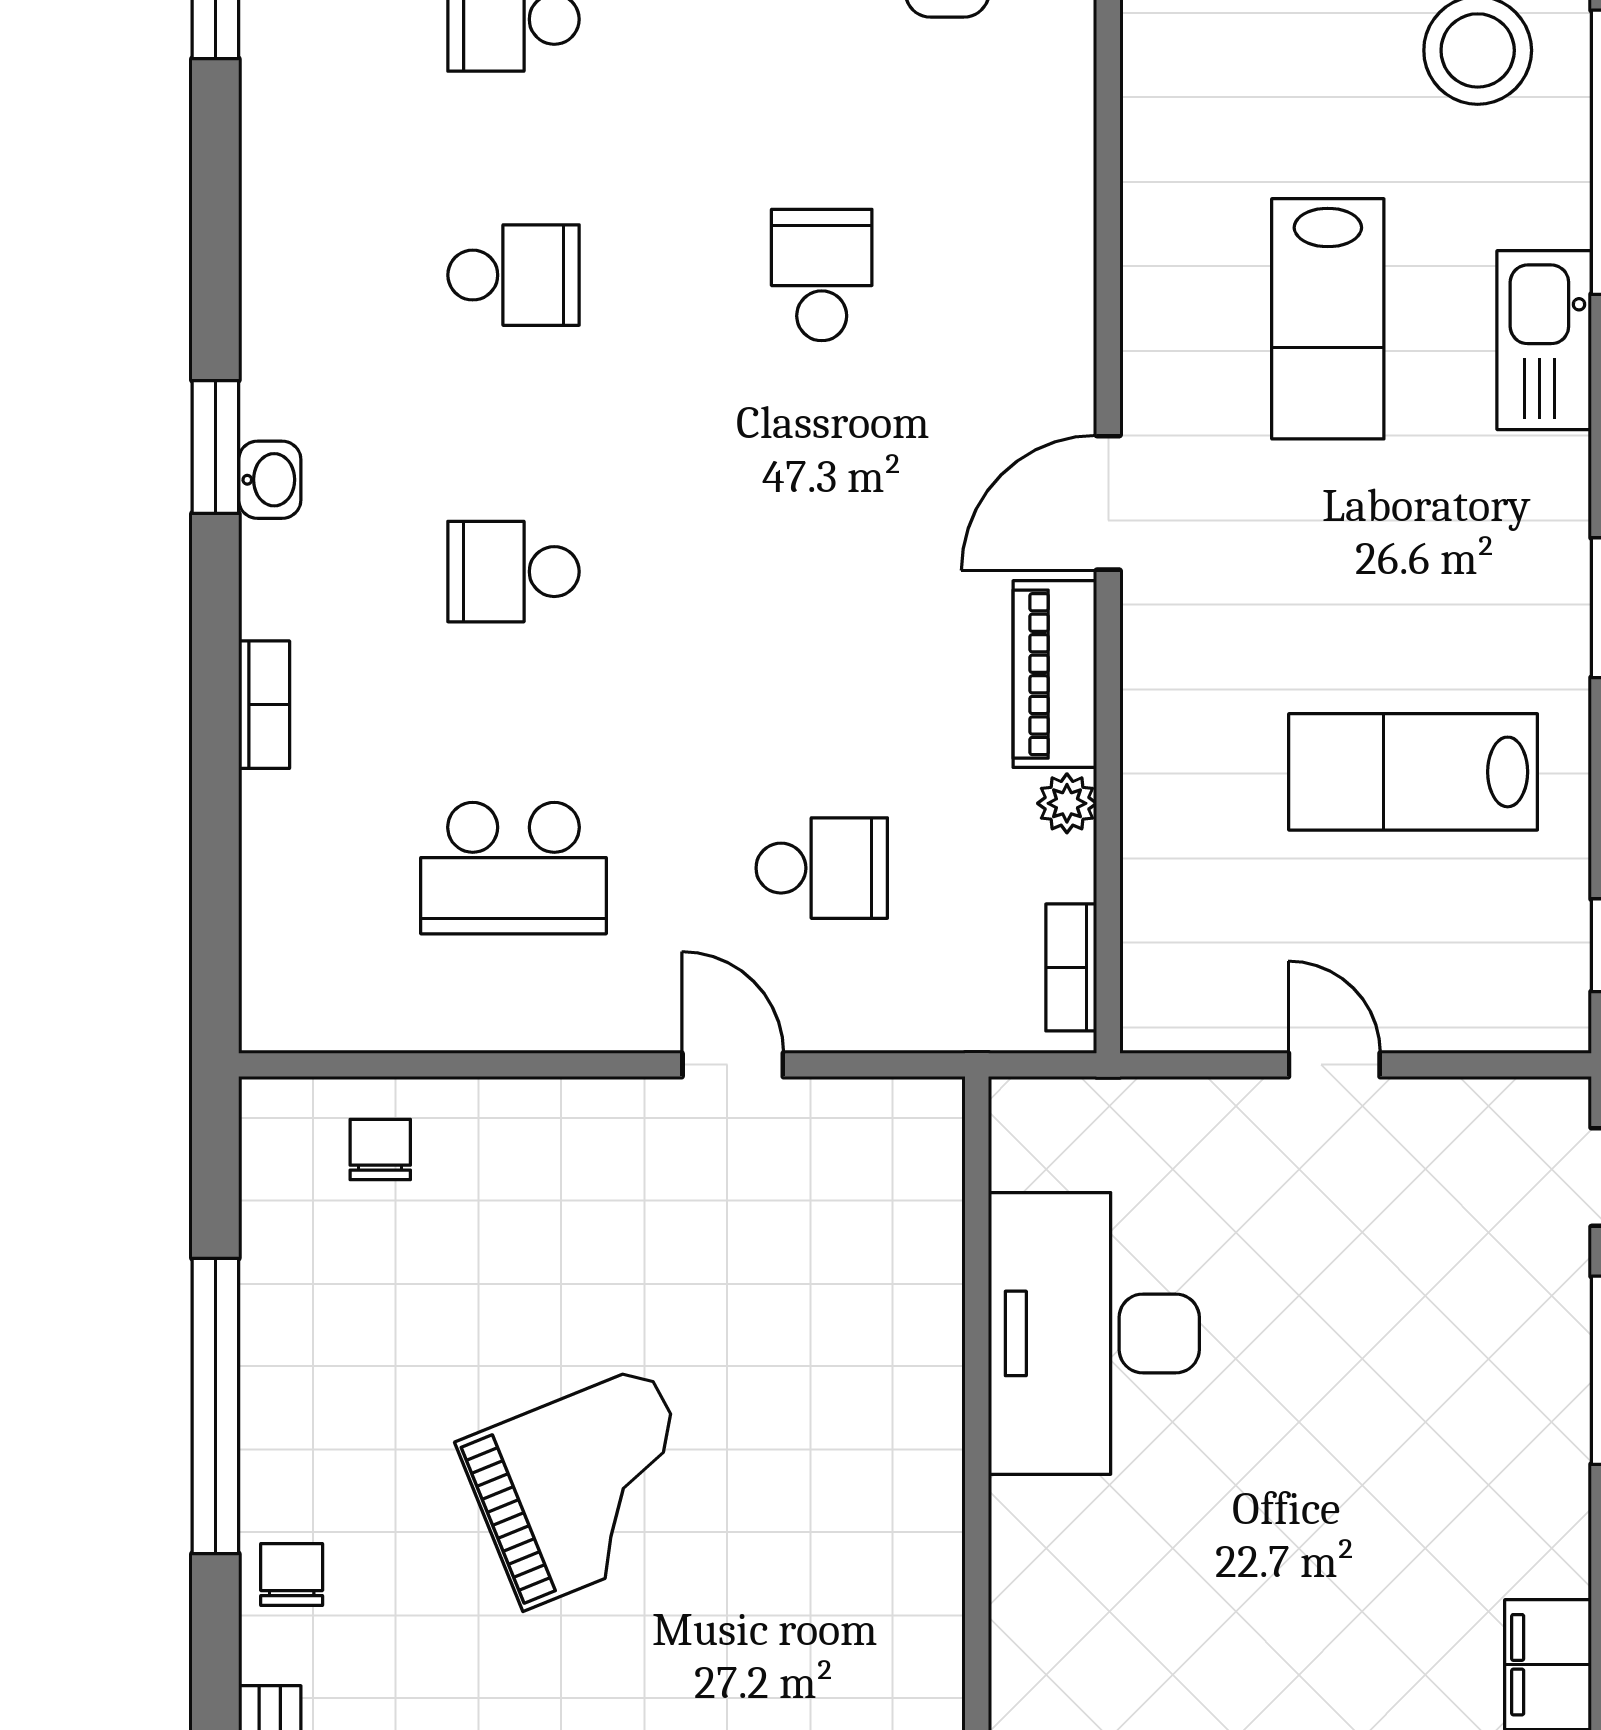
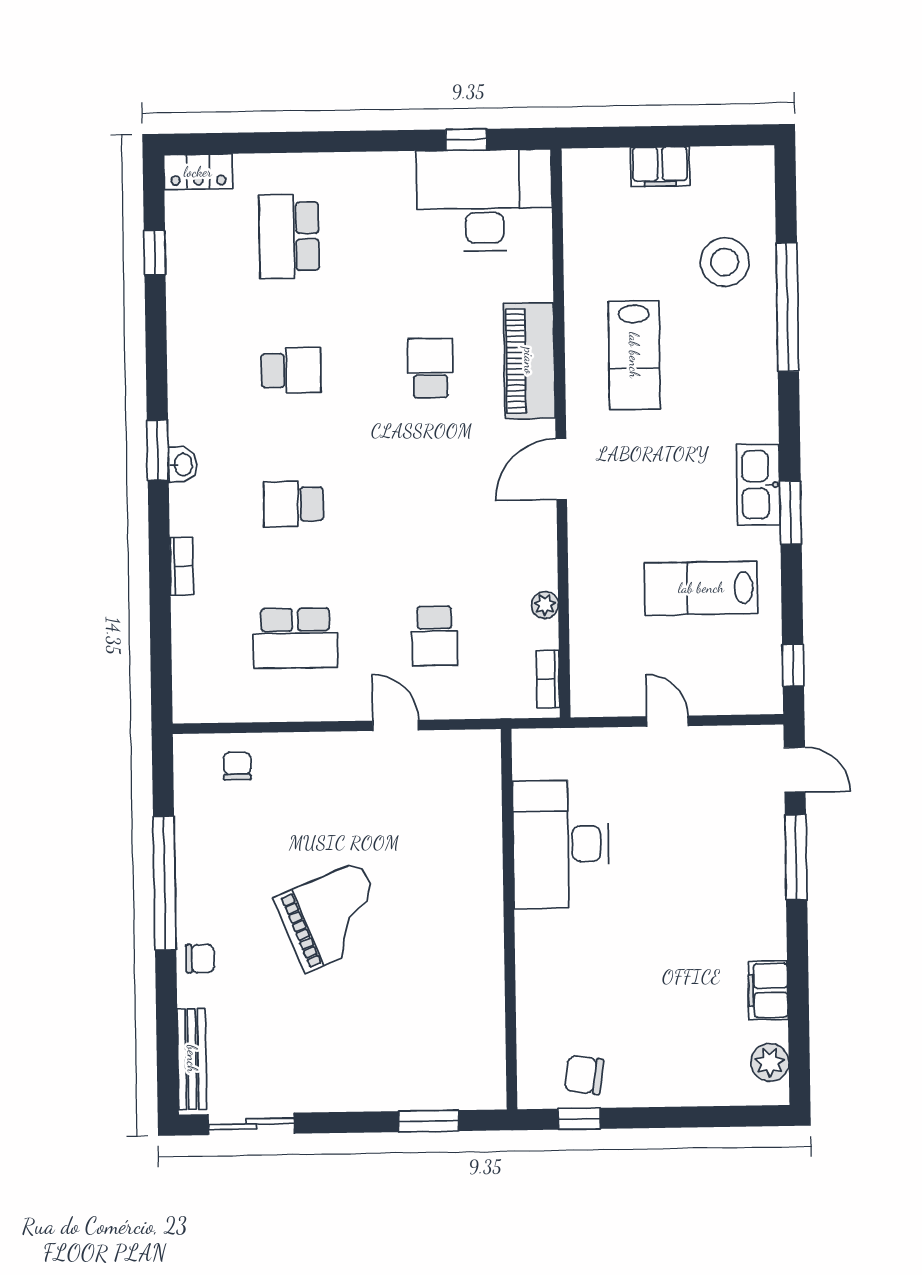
lab bench: (1328, 319) -> (634, 355), moved
kitchen sink: (1544, 340) -> (758, 485), moved
piano: (1055, 674) -> (529, 361), moved, width x1.37, depth x1.33
school desk: (822, 868) -> (435, 636), turned 90
chair: (292, 1575) -> (200, 959), turned 90

